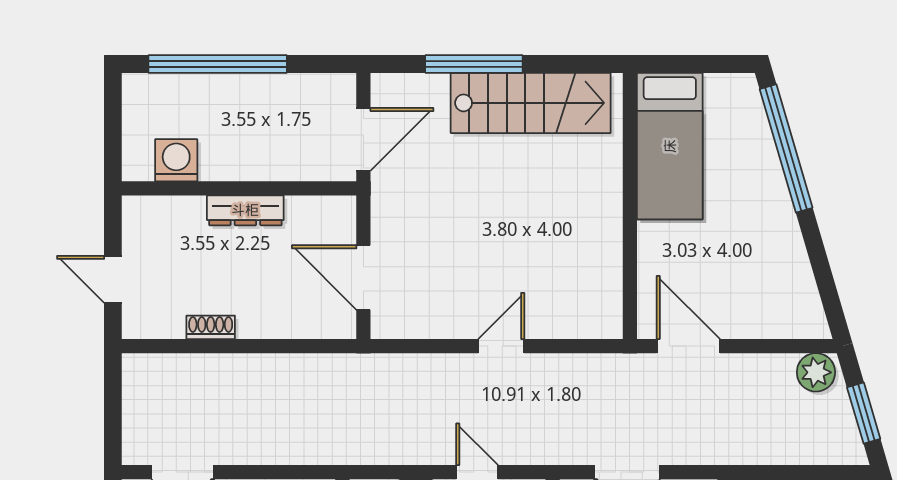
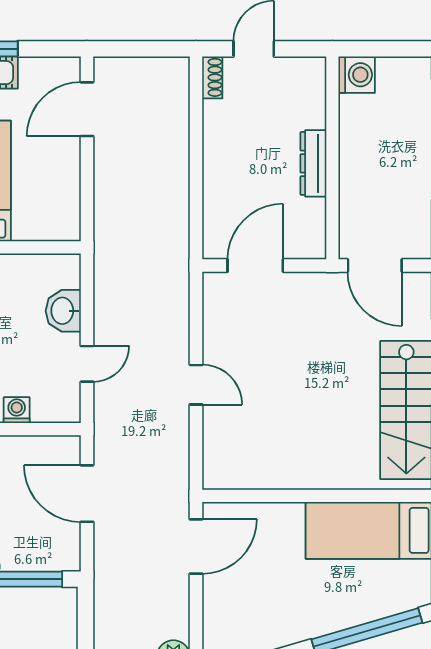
washing machine: (176, 160) -> (357, 75), moved
shoe rack: (211, 327) -> (212, 77), moved

